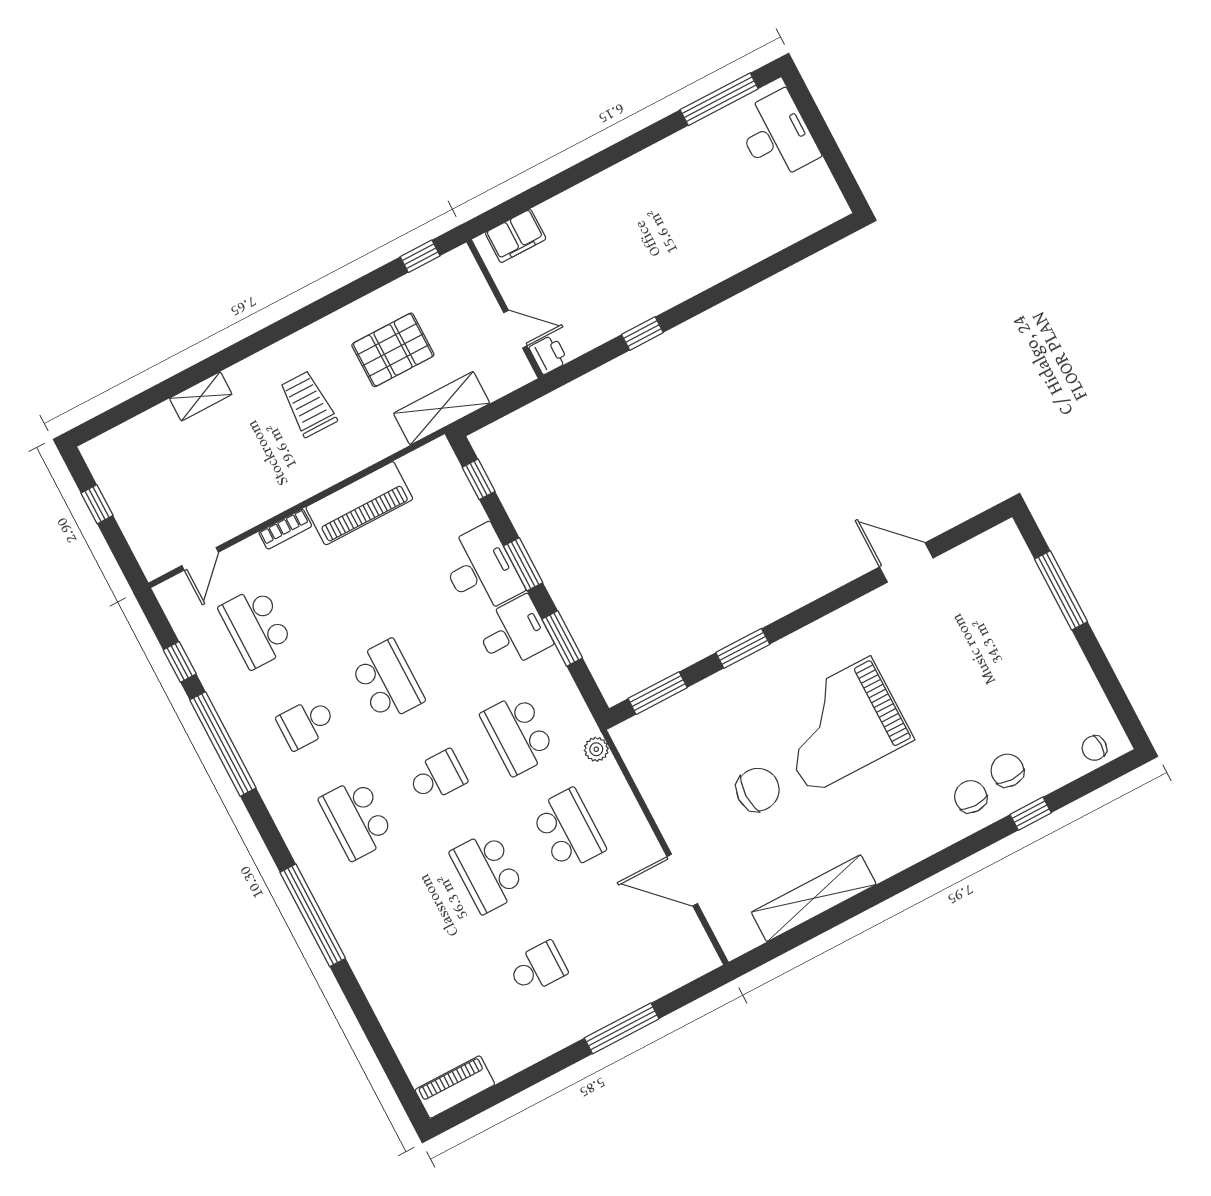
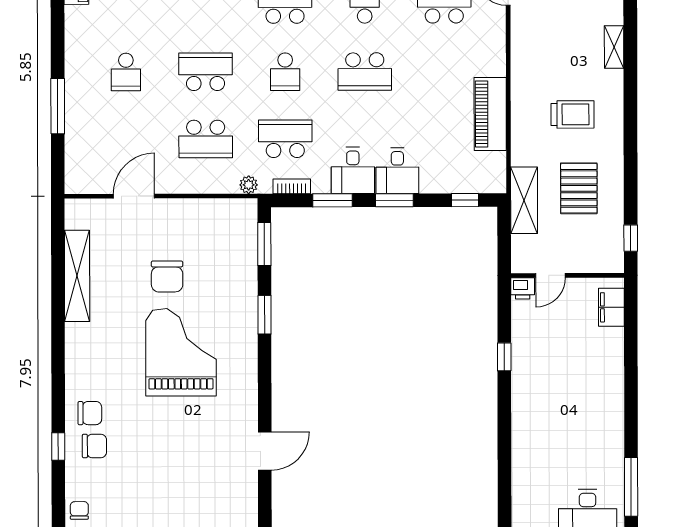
bookcase: (285, 529) -> (292, 186), moved, turned 90
desk: (481, 570) -> (397, 171), width x0.73

